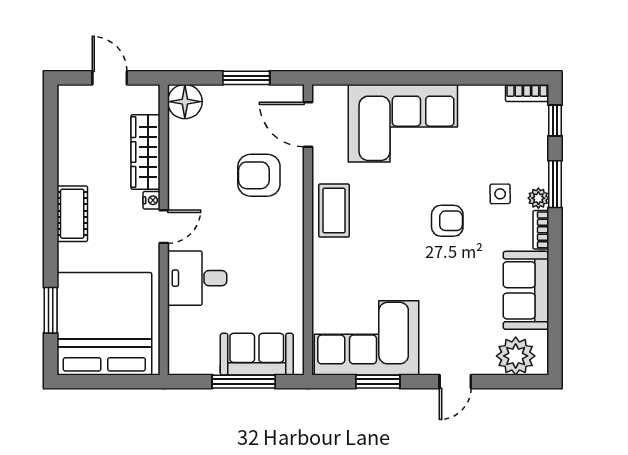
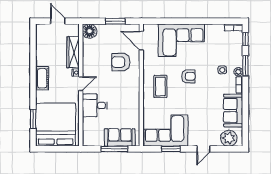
coffee table: (334, 211) -> (160, 86), moved
armchair: (447, 221) -> (188, 76), moved

